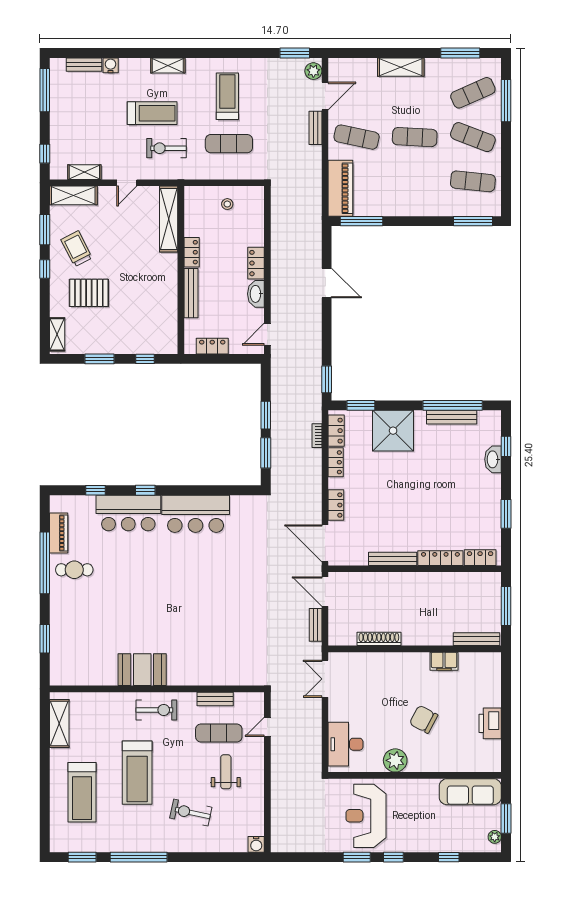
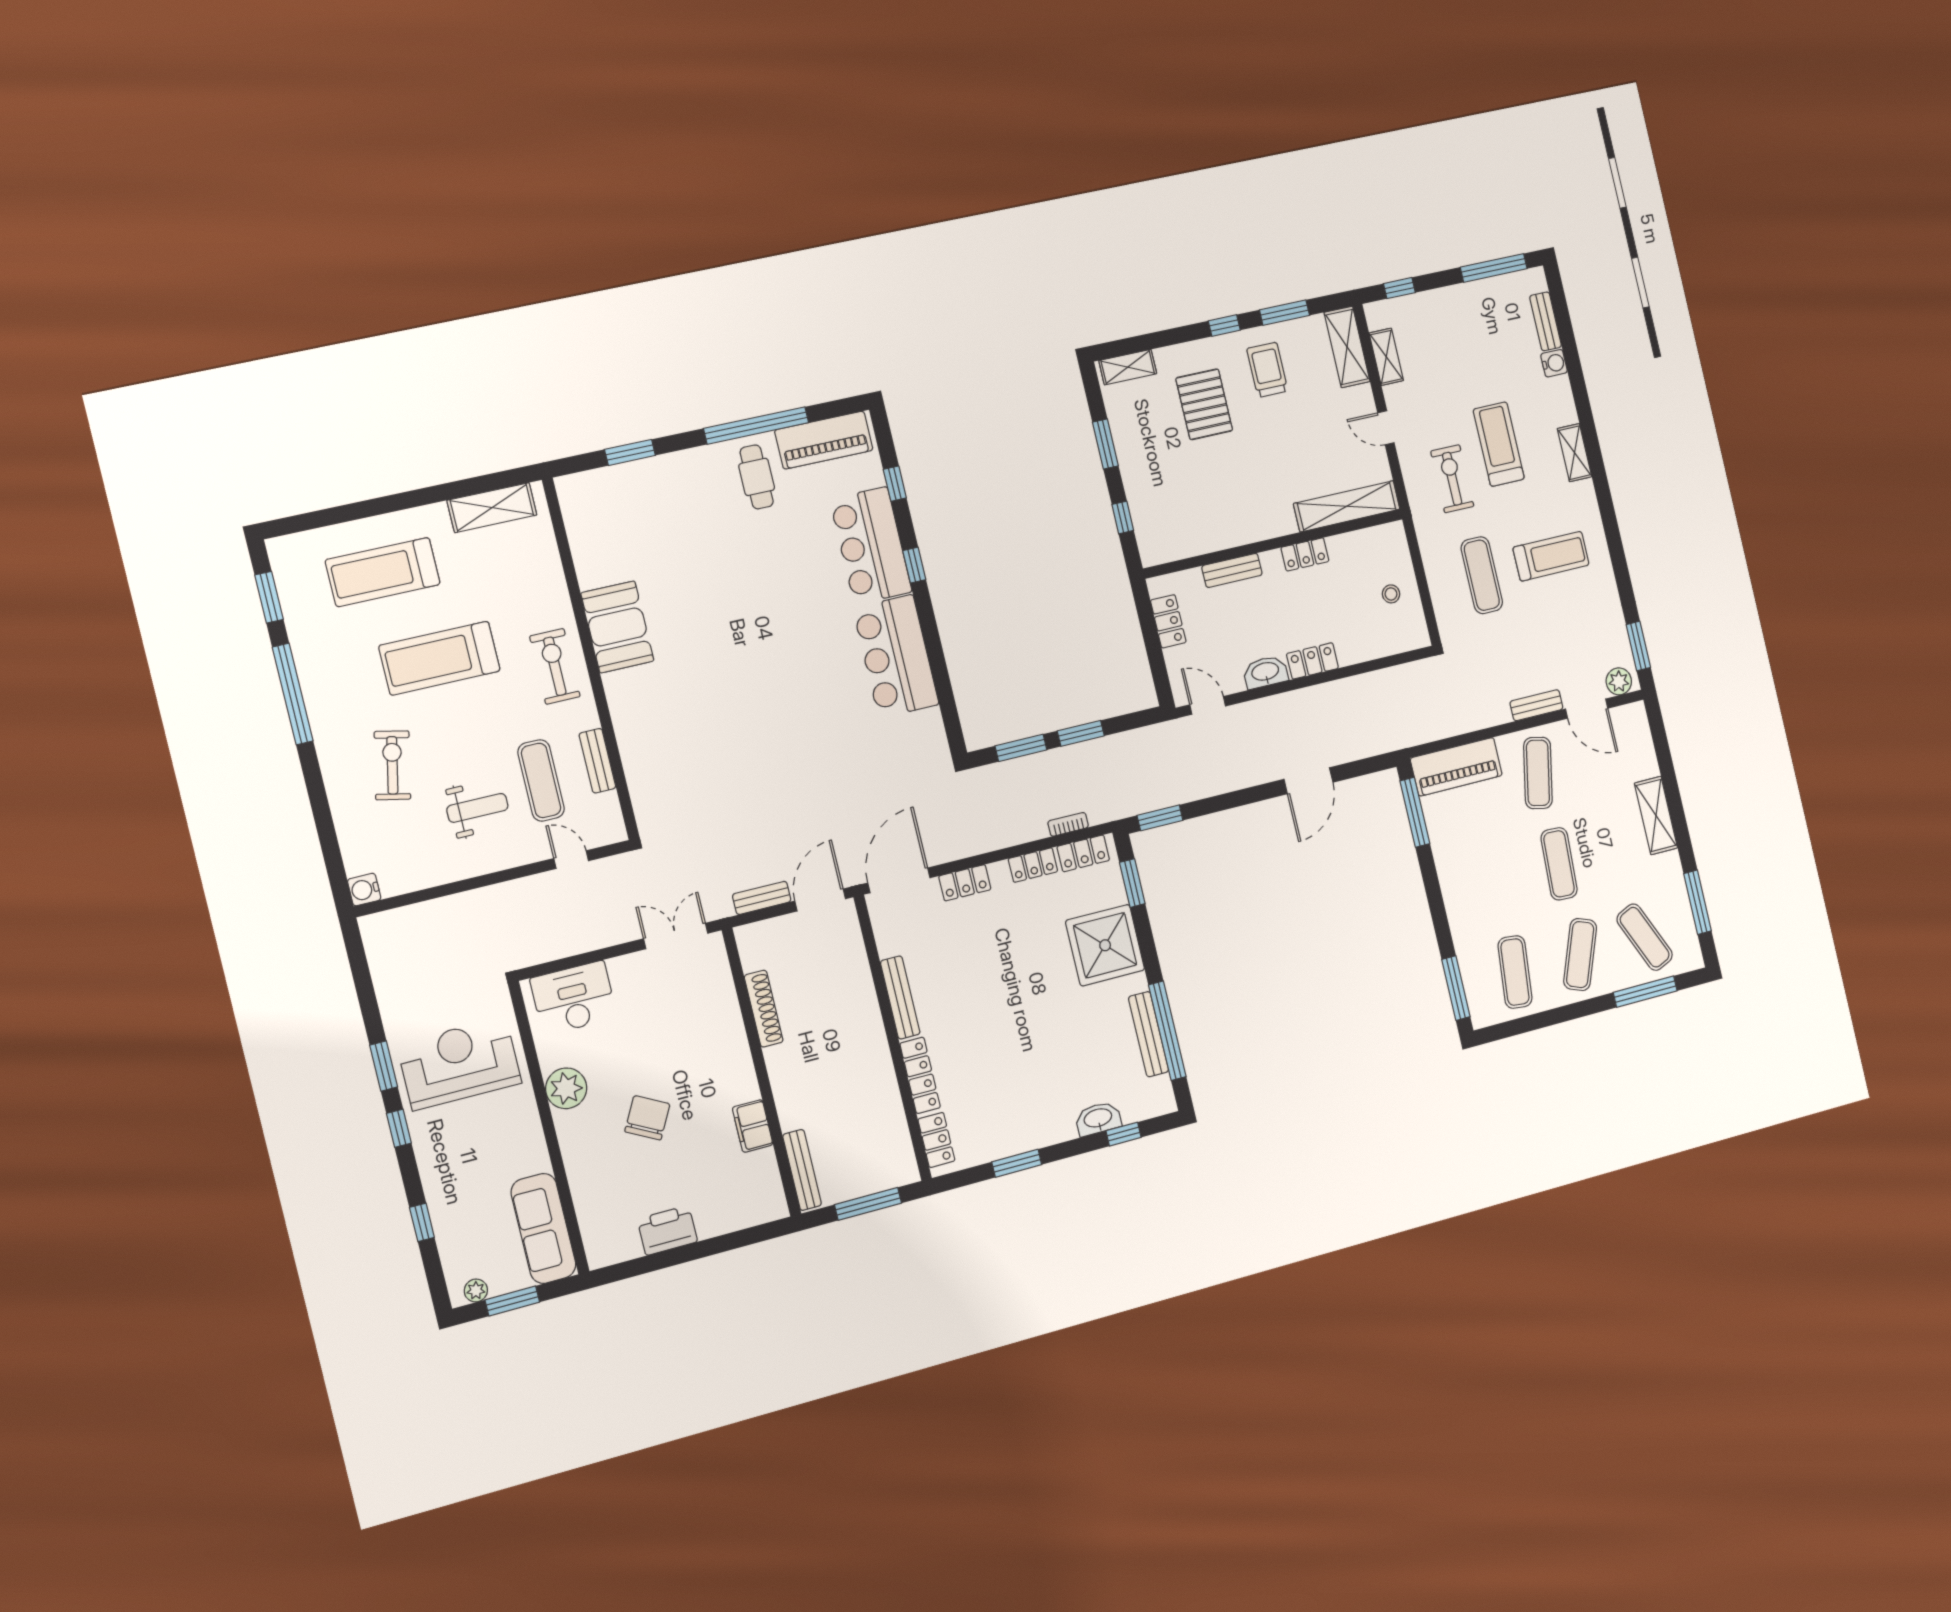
treadmill: (152, 113) -> (1499, 444), turned 180
trolley: (77, 249) -> (1267, 370), turned -63
bench: (191, 293) -> (1232, 570), width x0.73
piano: (59, 533) -> (824, 440), width x1.37, depth x1.33
exercise bike: (156, 710) -> (555, 666), turned 180

